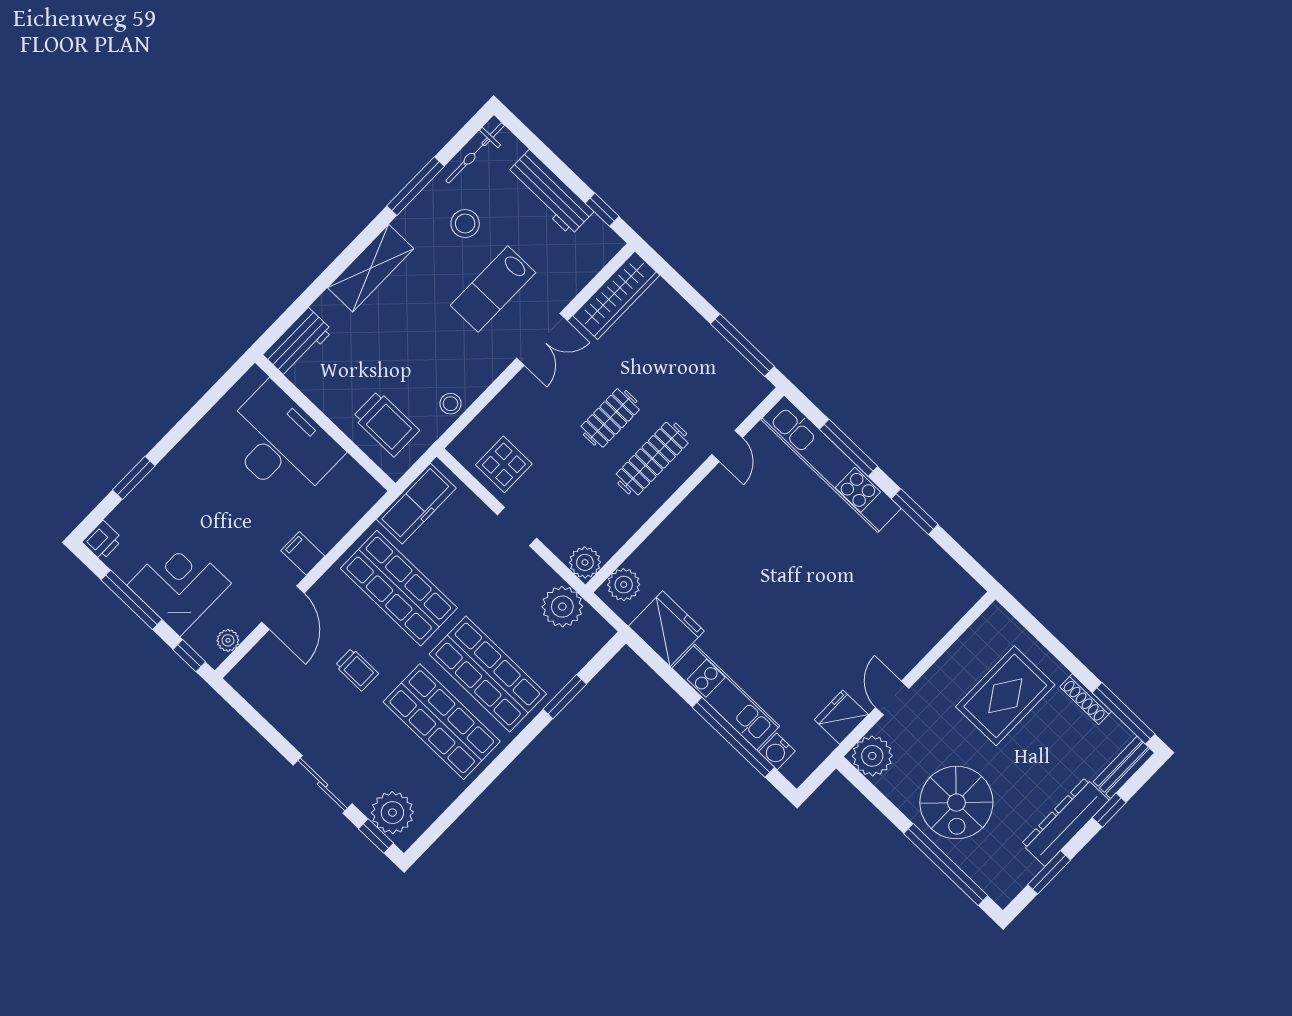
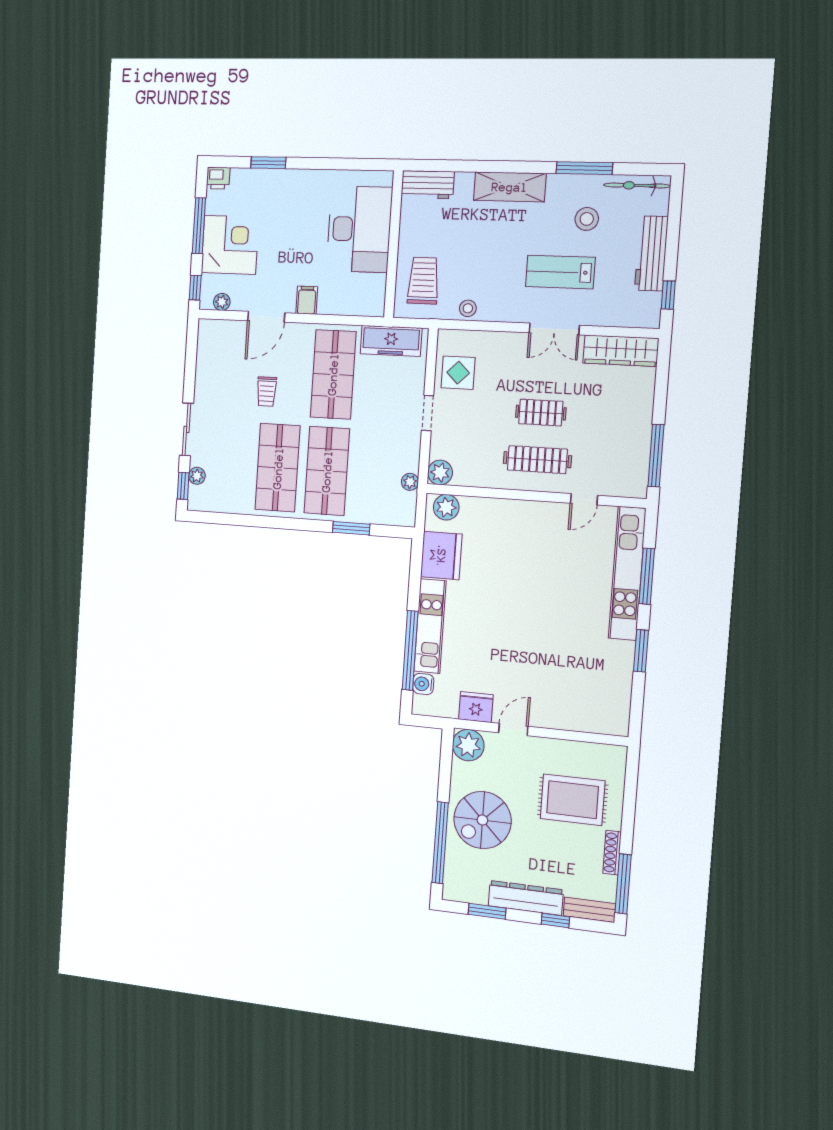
trolley: (386, 424) -> (423, 281), turned 180
plant: (562, 607) -> (410, 482), width x0.53, depth x0.53
plant: (392, 813) -> (197, 476), width x0.53, depth x0.53

